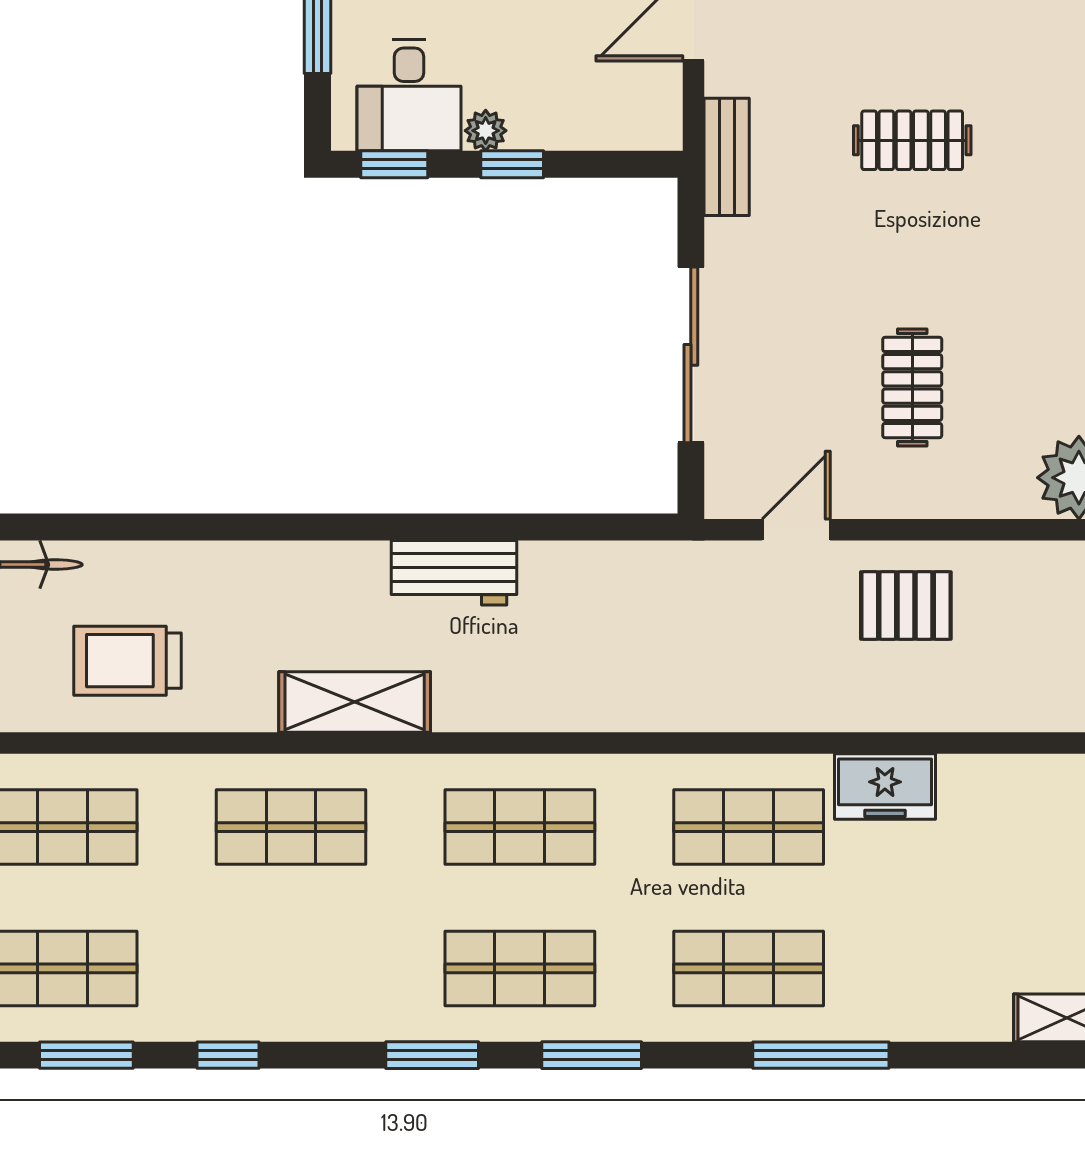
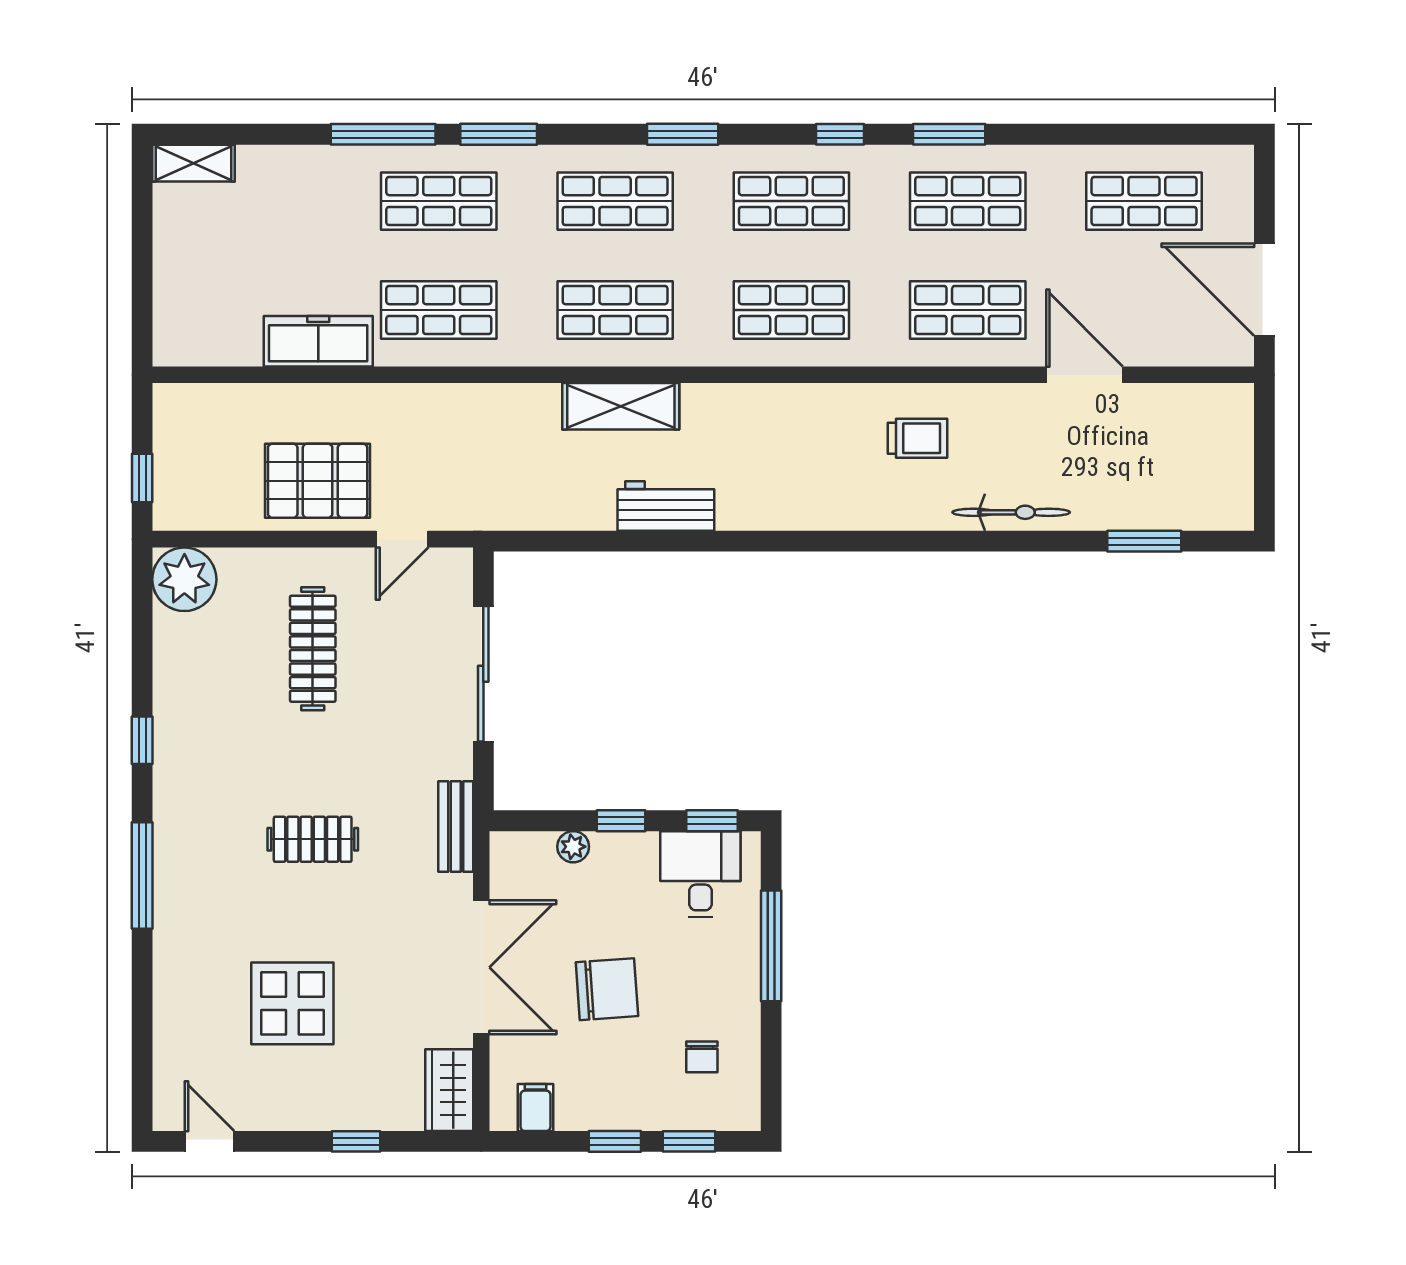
plant: (486, 131) -> (573, 847), moved
clothes rail: (912, 388) -> (313, 649), width x1.36
pallet: (906, 605) -> (318, 481), width x1.50, depth x1.42
trolley: (127, 661) -> (917, 438), width x0.73, depth x0.72
shelving: (355, 702) -> (621, 406), moved
freezer: (885, 787) -> (318, 341), width x1.40
shop shelf: (291, 968) -> (791, 201), added
window: (592, 1055) -> (499, 134), moved

